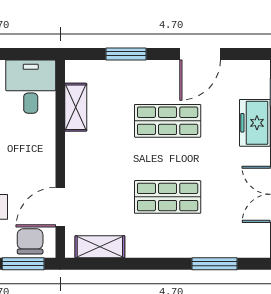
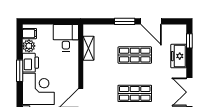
window: (126, 54) -> (125, 21), moved
door: (200, 54) -> (151, 21), hinge flipped

